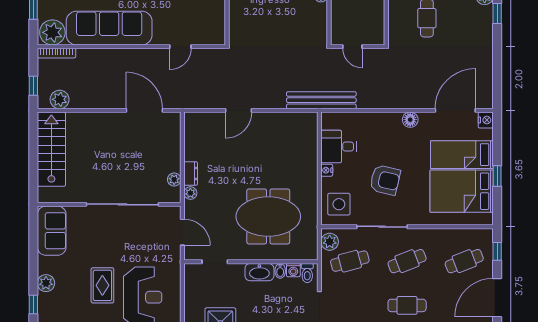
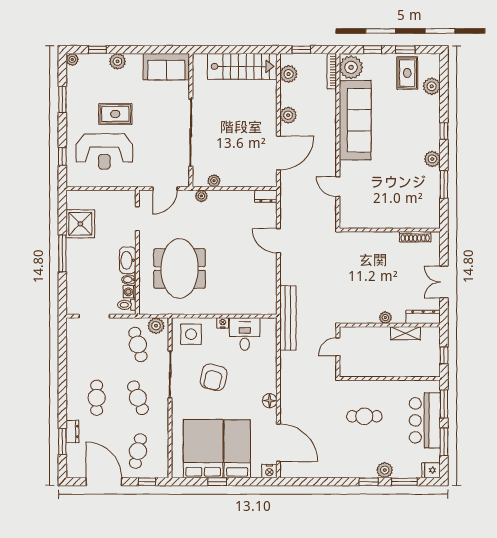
plant: (104, 100) -> (288, 115), added
dresser: (191, 173) -> (266, 196), moved
cafe table: (464, 261) -> (138, 451), turned 33

